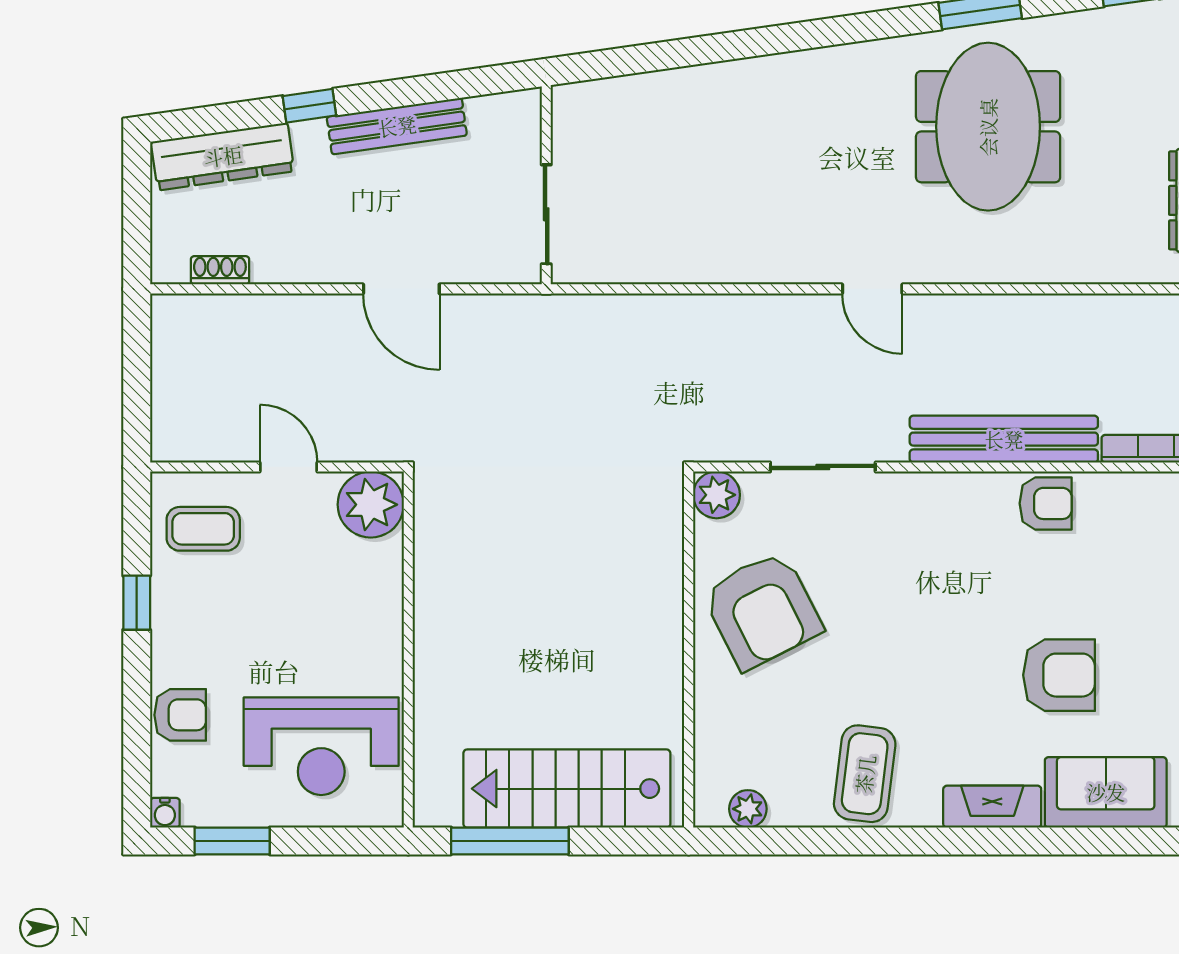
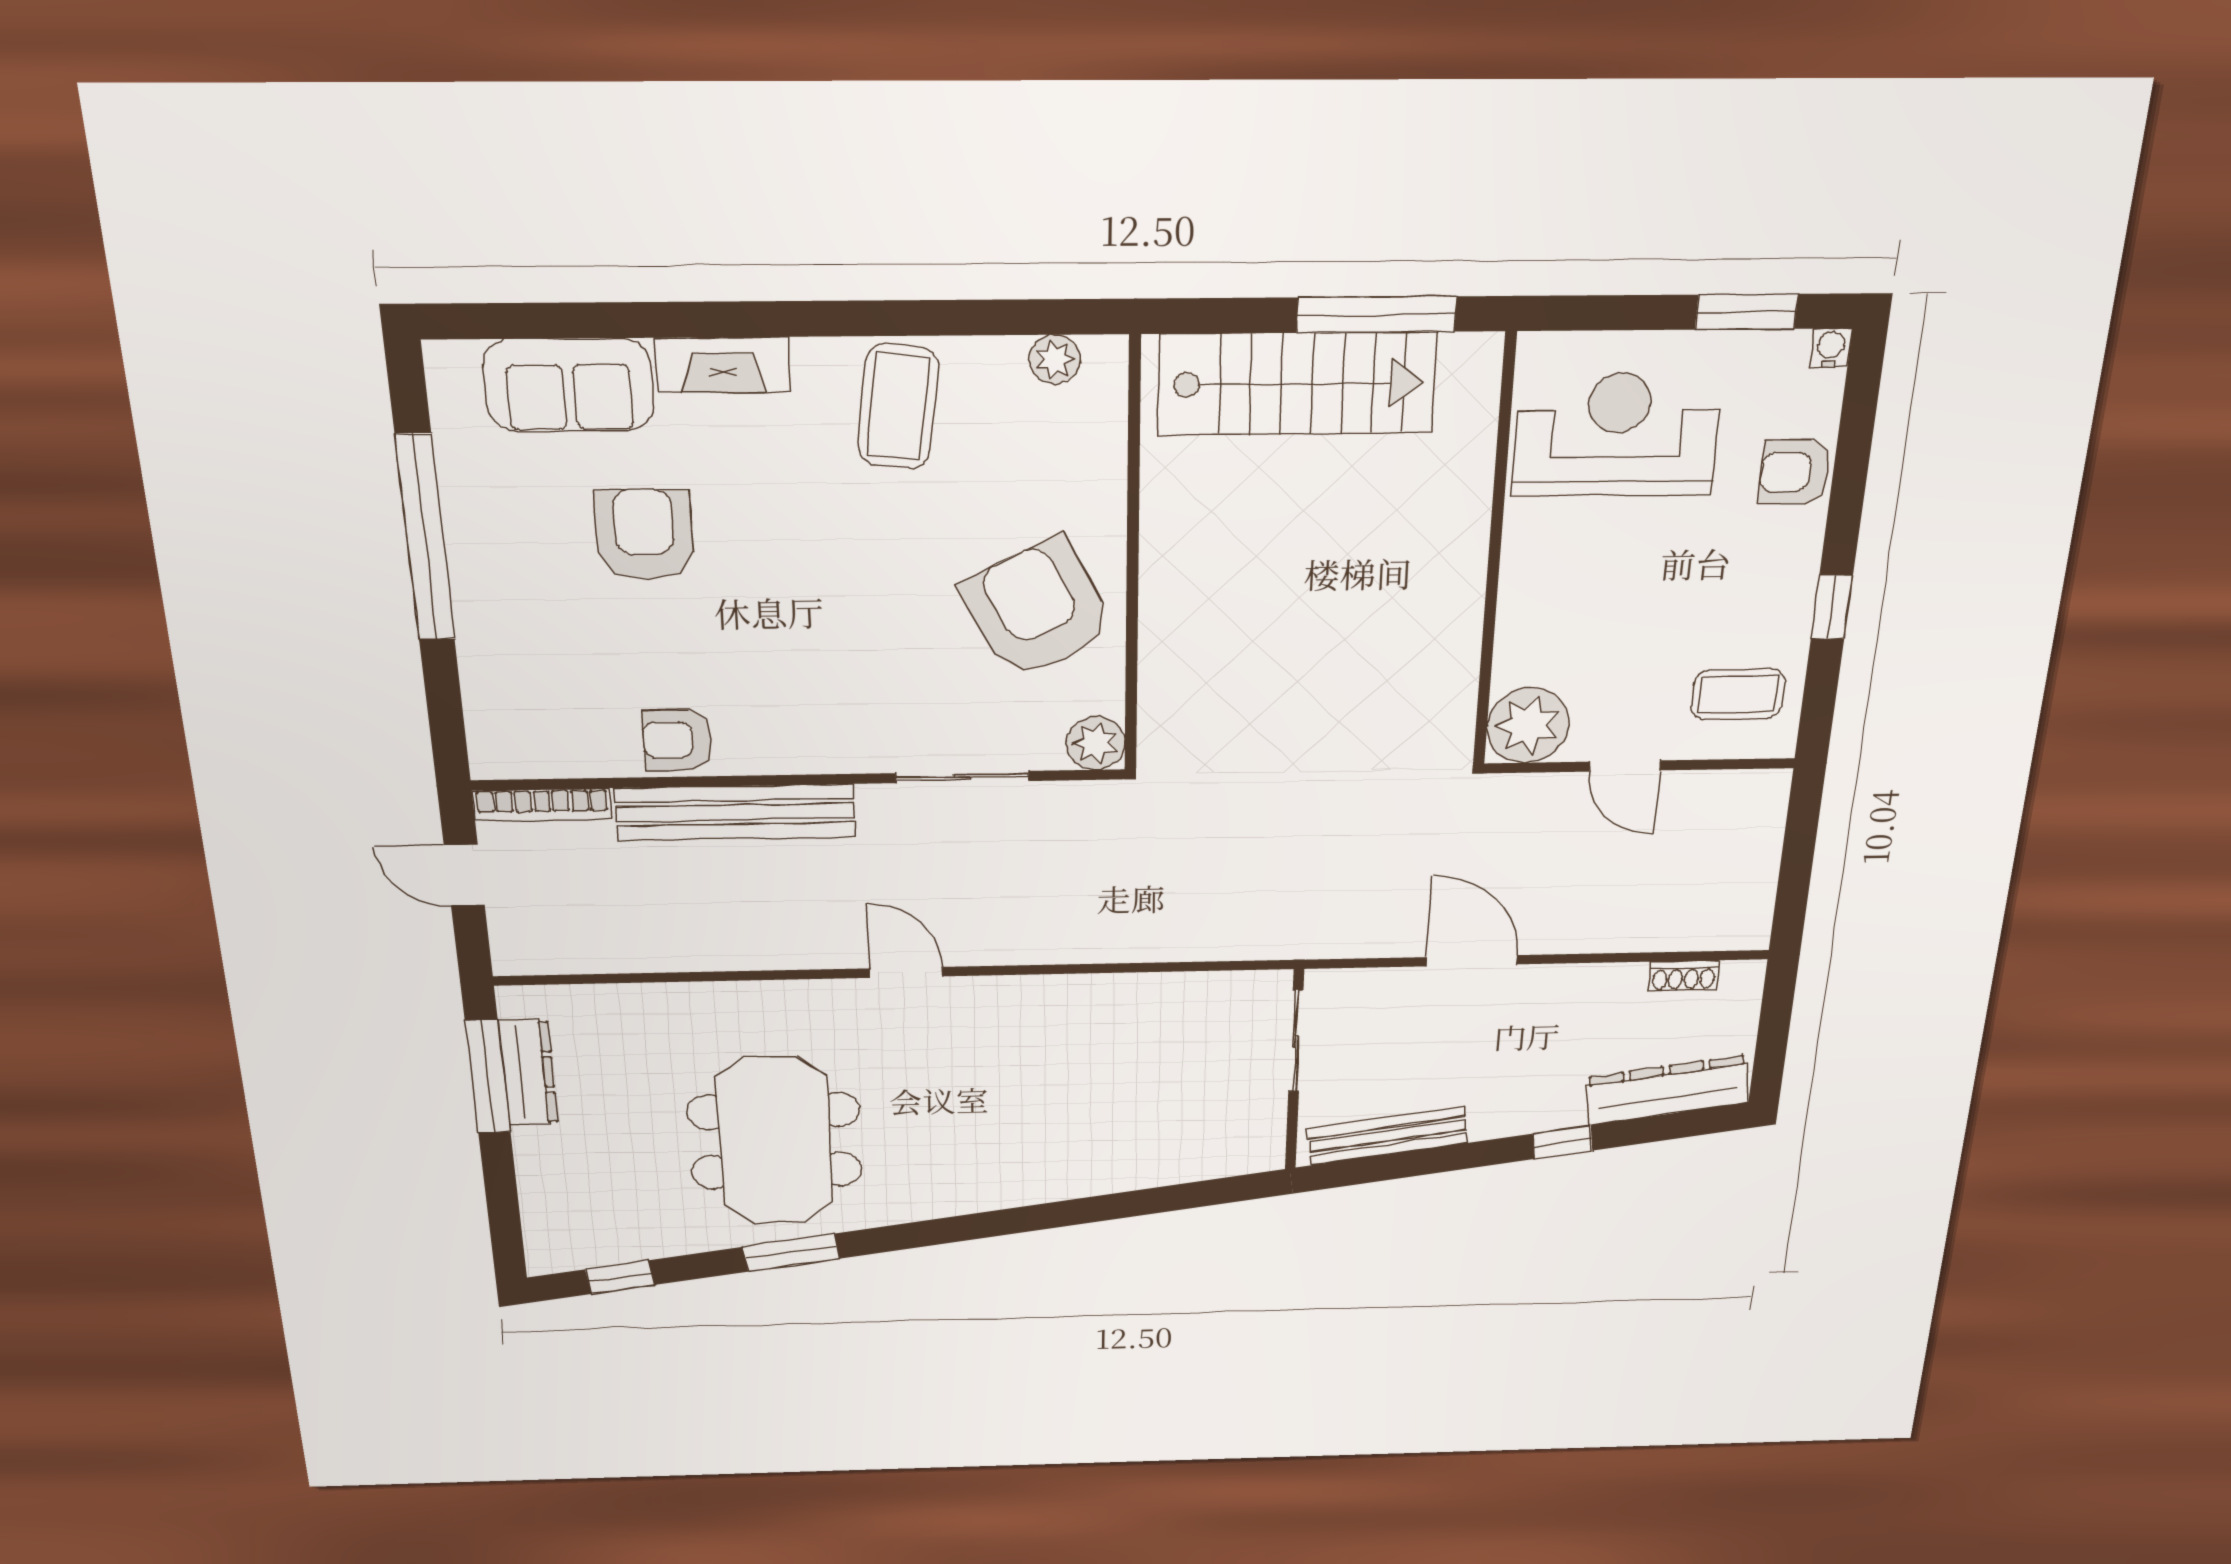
bench: (397, 126) -> (1387, 1136), moved
armchair: (1059, 675) -> (644, 535), turned 90

